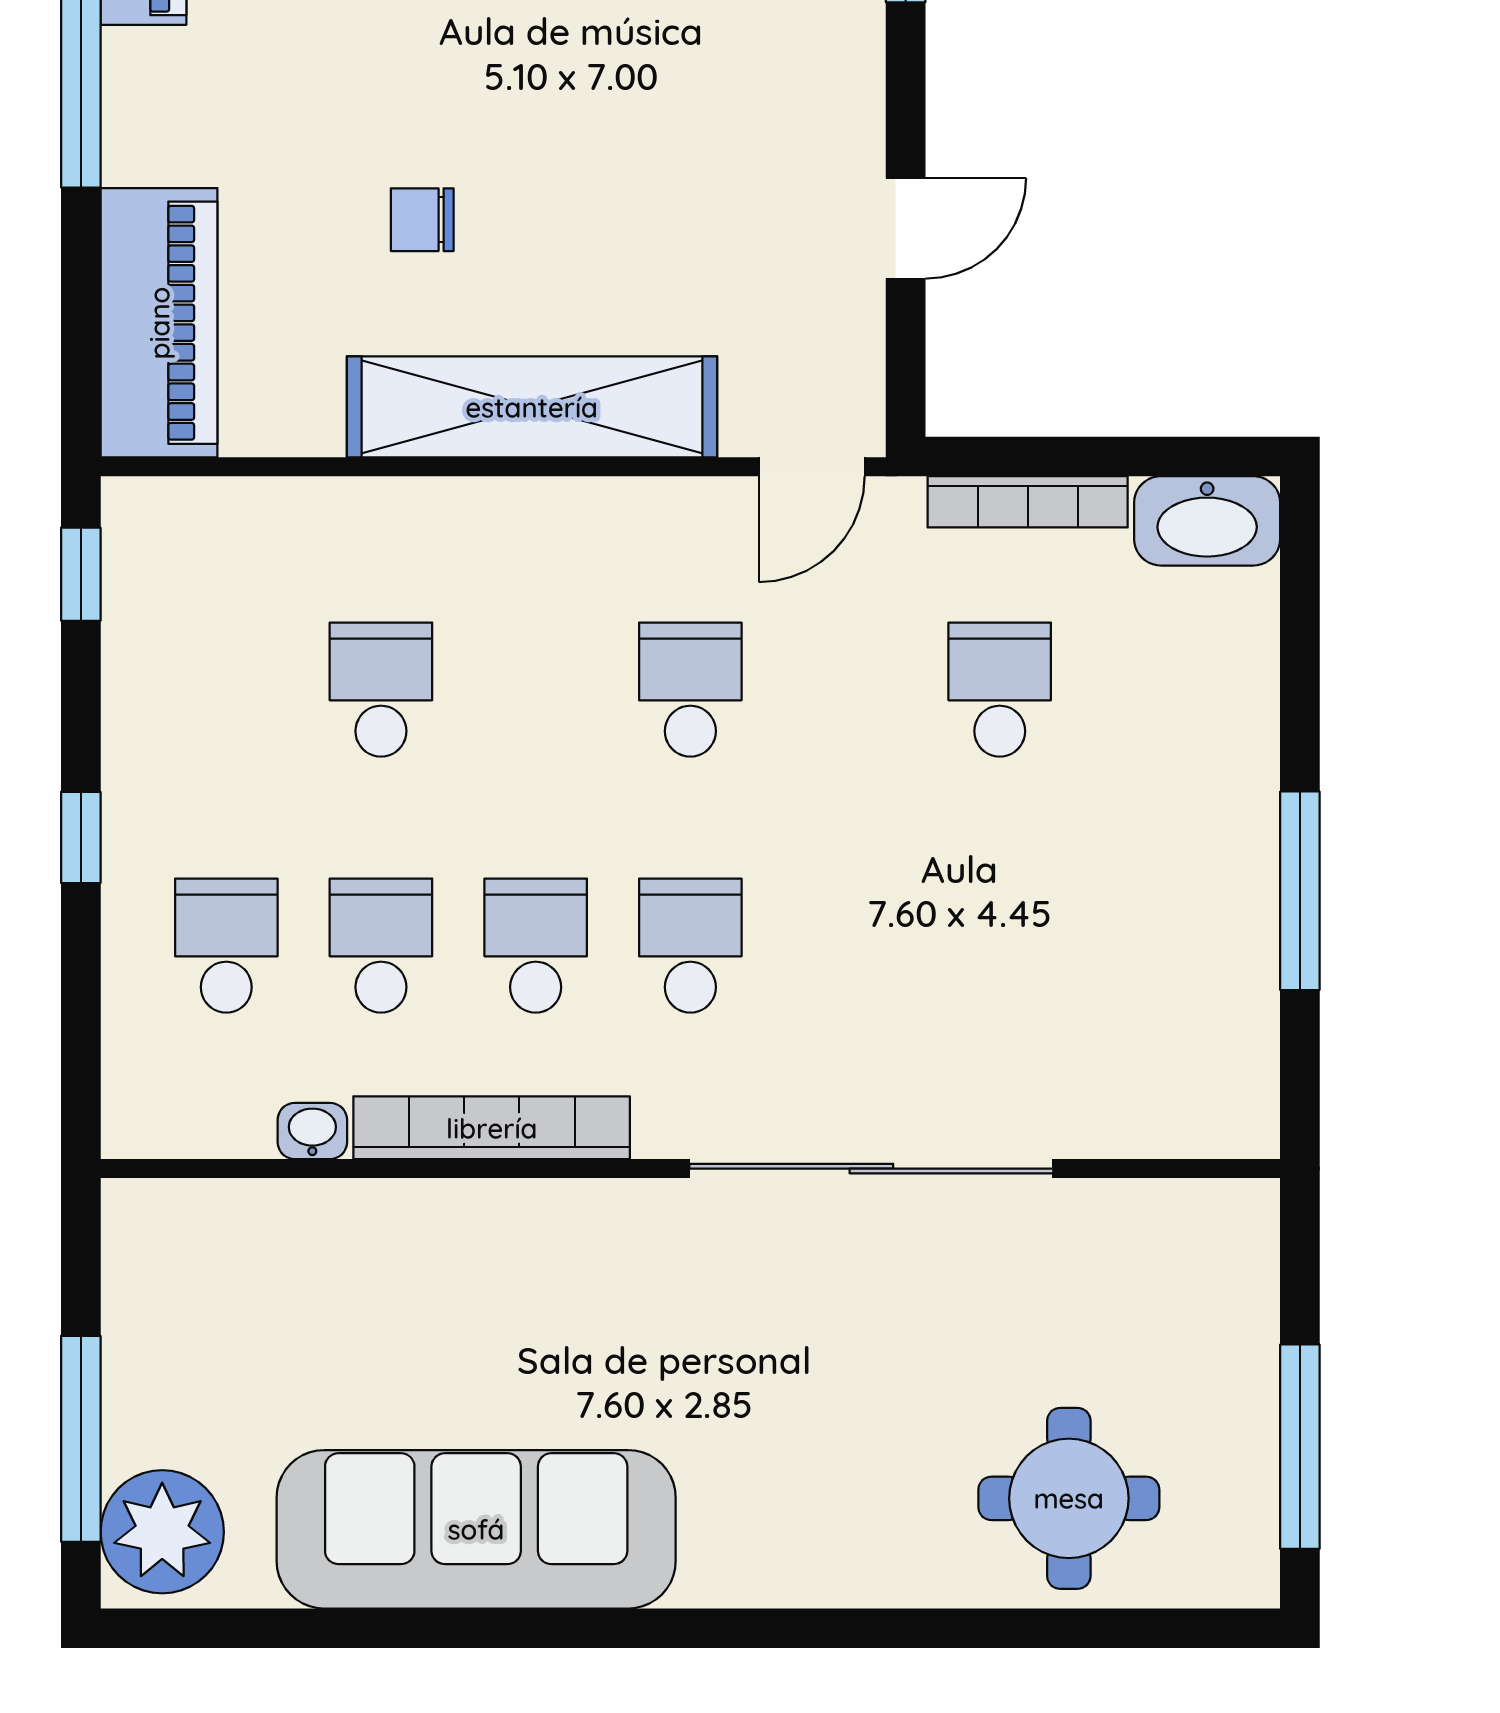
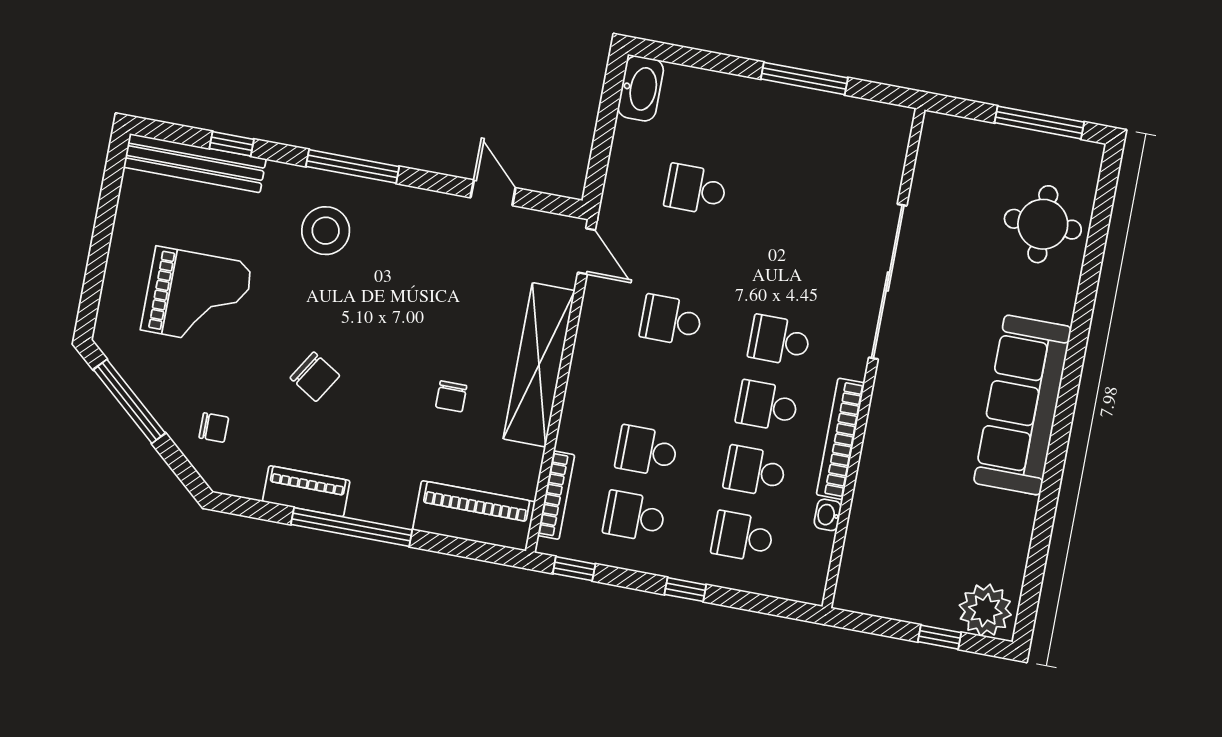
bookcase: (1028, 502) -> (556, 495), moved
school desk: (226, 690) -> (634, 516), added
window: (81, 1439) -> (940, 637), width x0.46
sofa: (476, 1529) -> (1023, 405), moved

